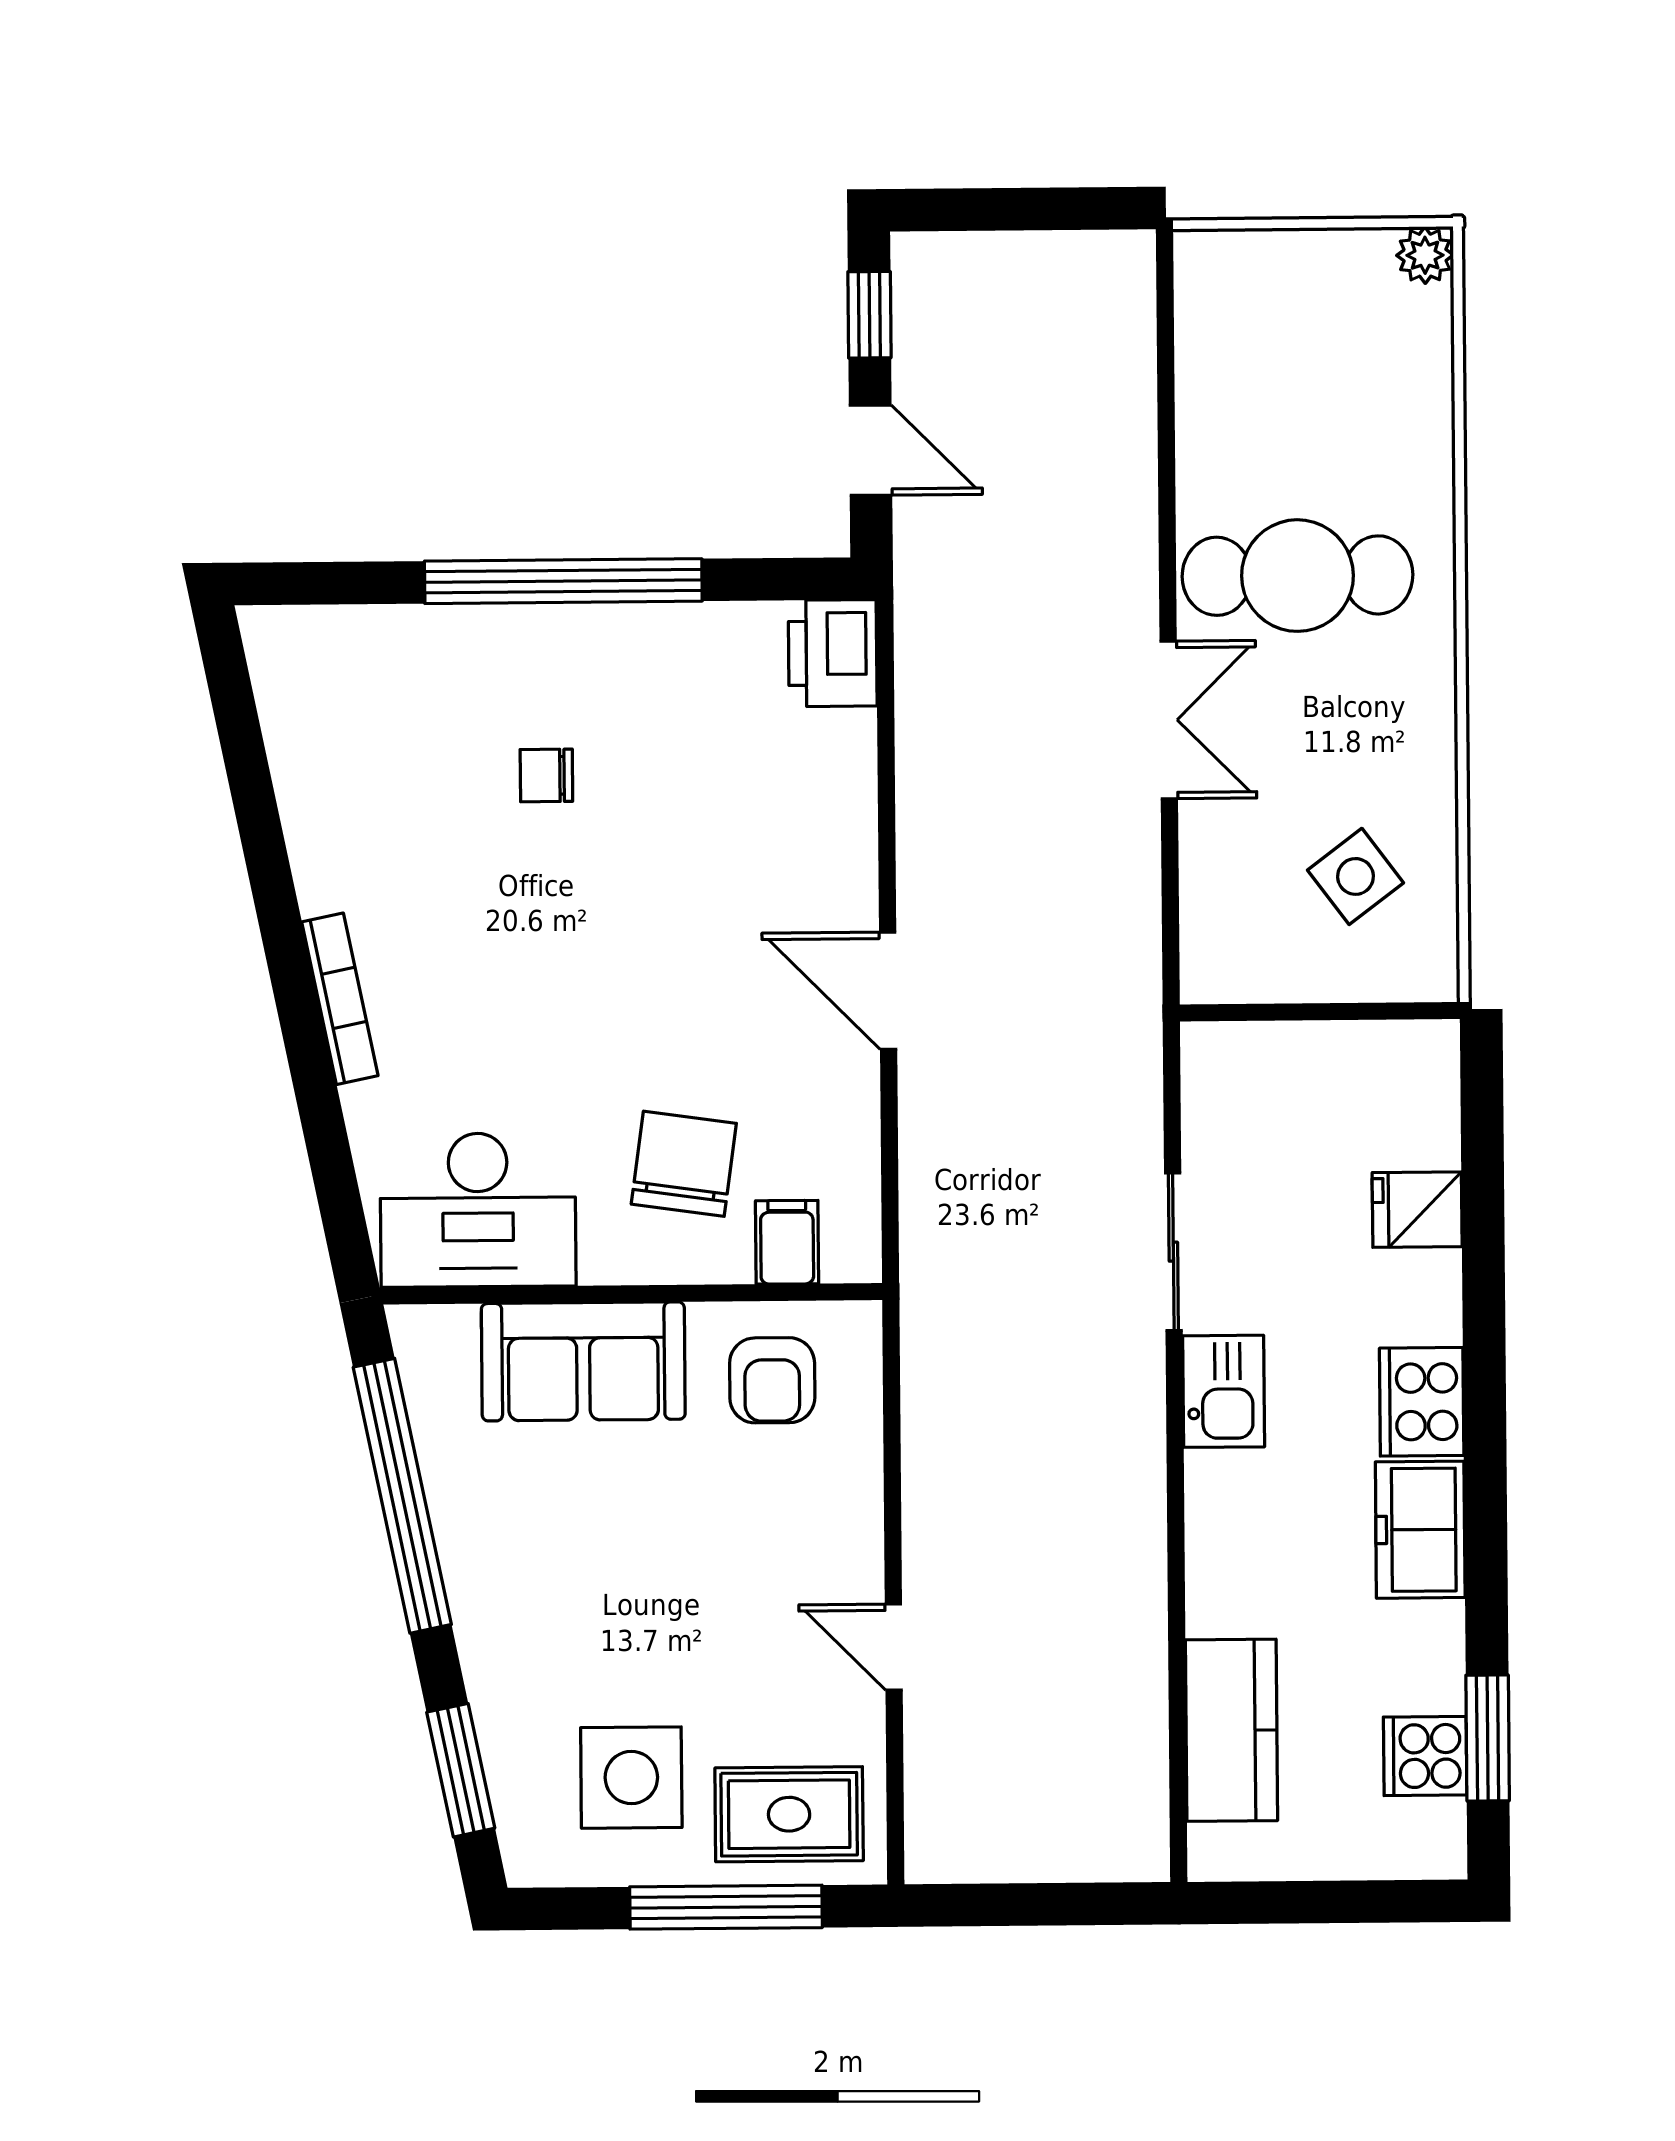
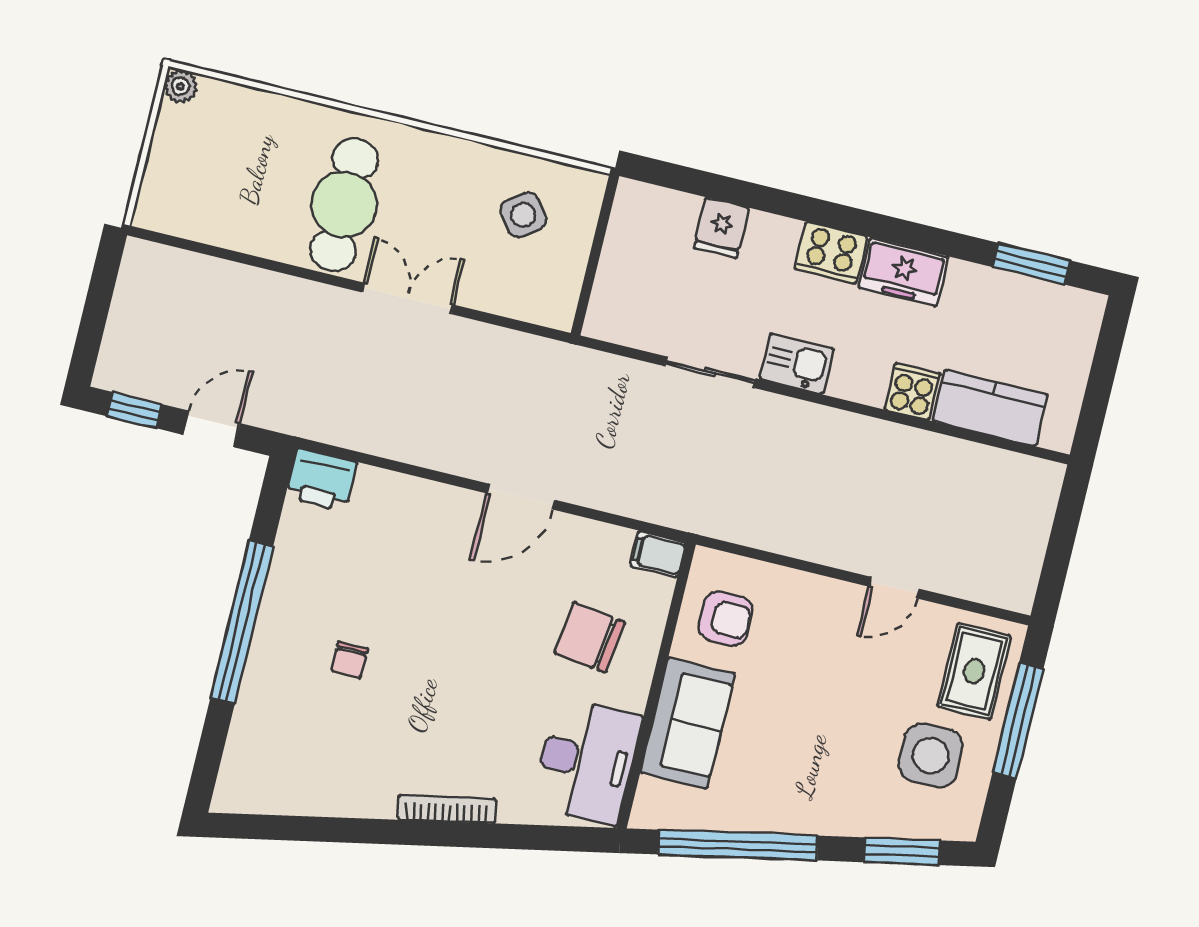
filing cabinet: (787, 1242) -> (658, 554), moved
cooker: (1425, 1756) -> (912, 391), moved, turned 180

